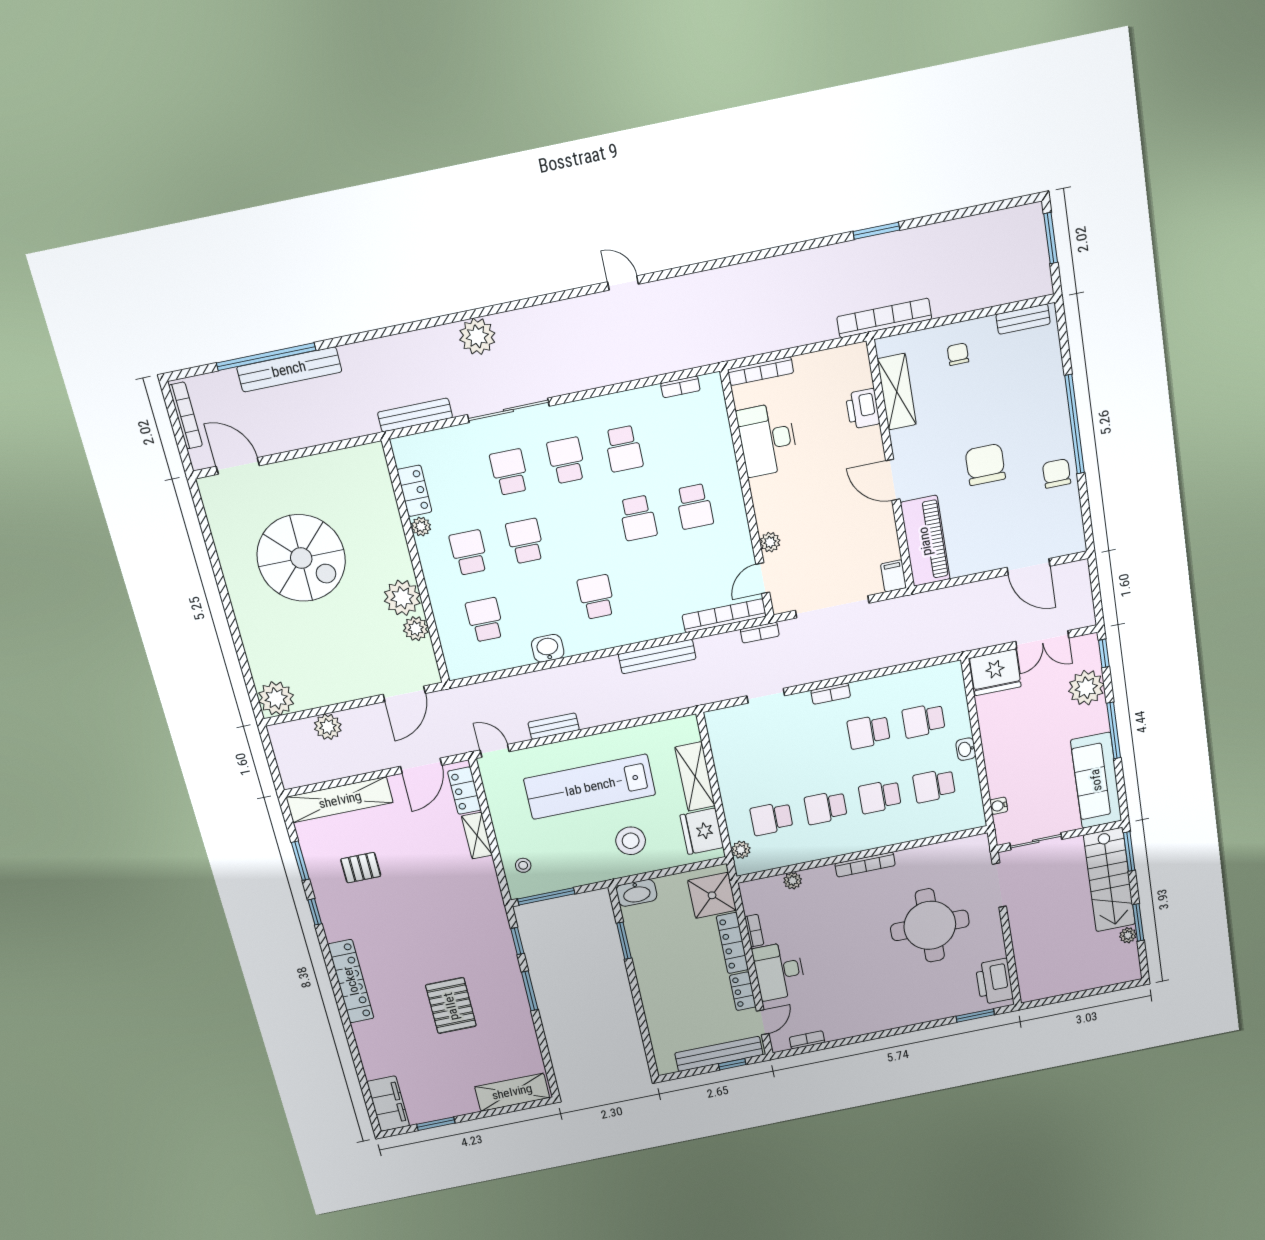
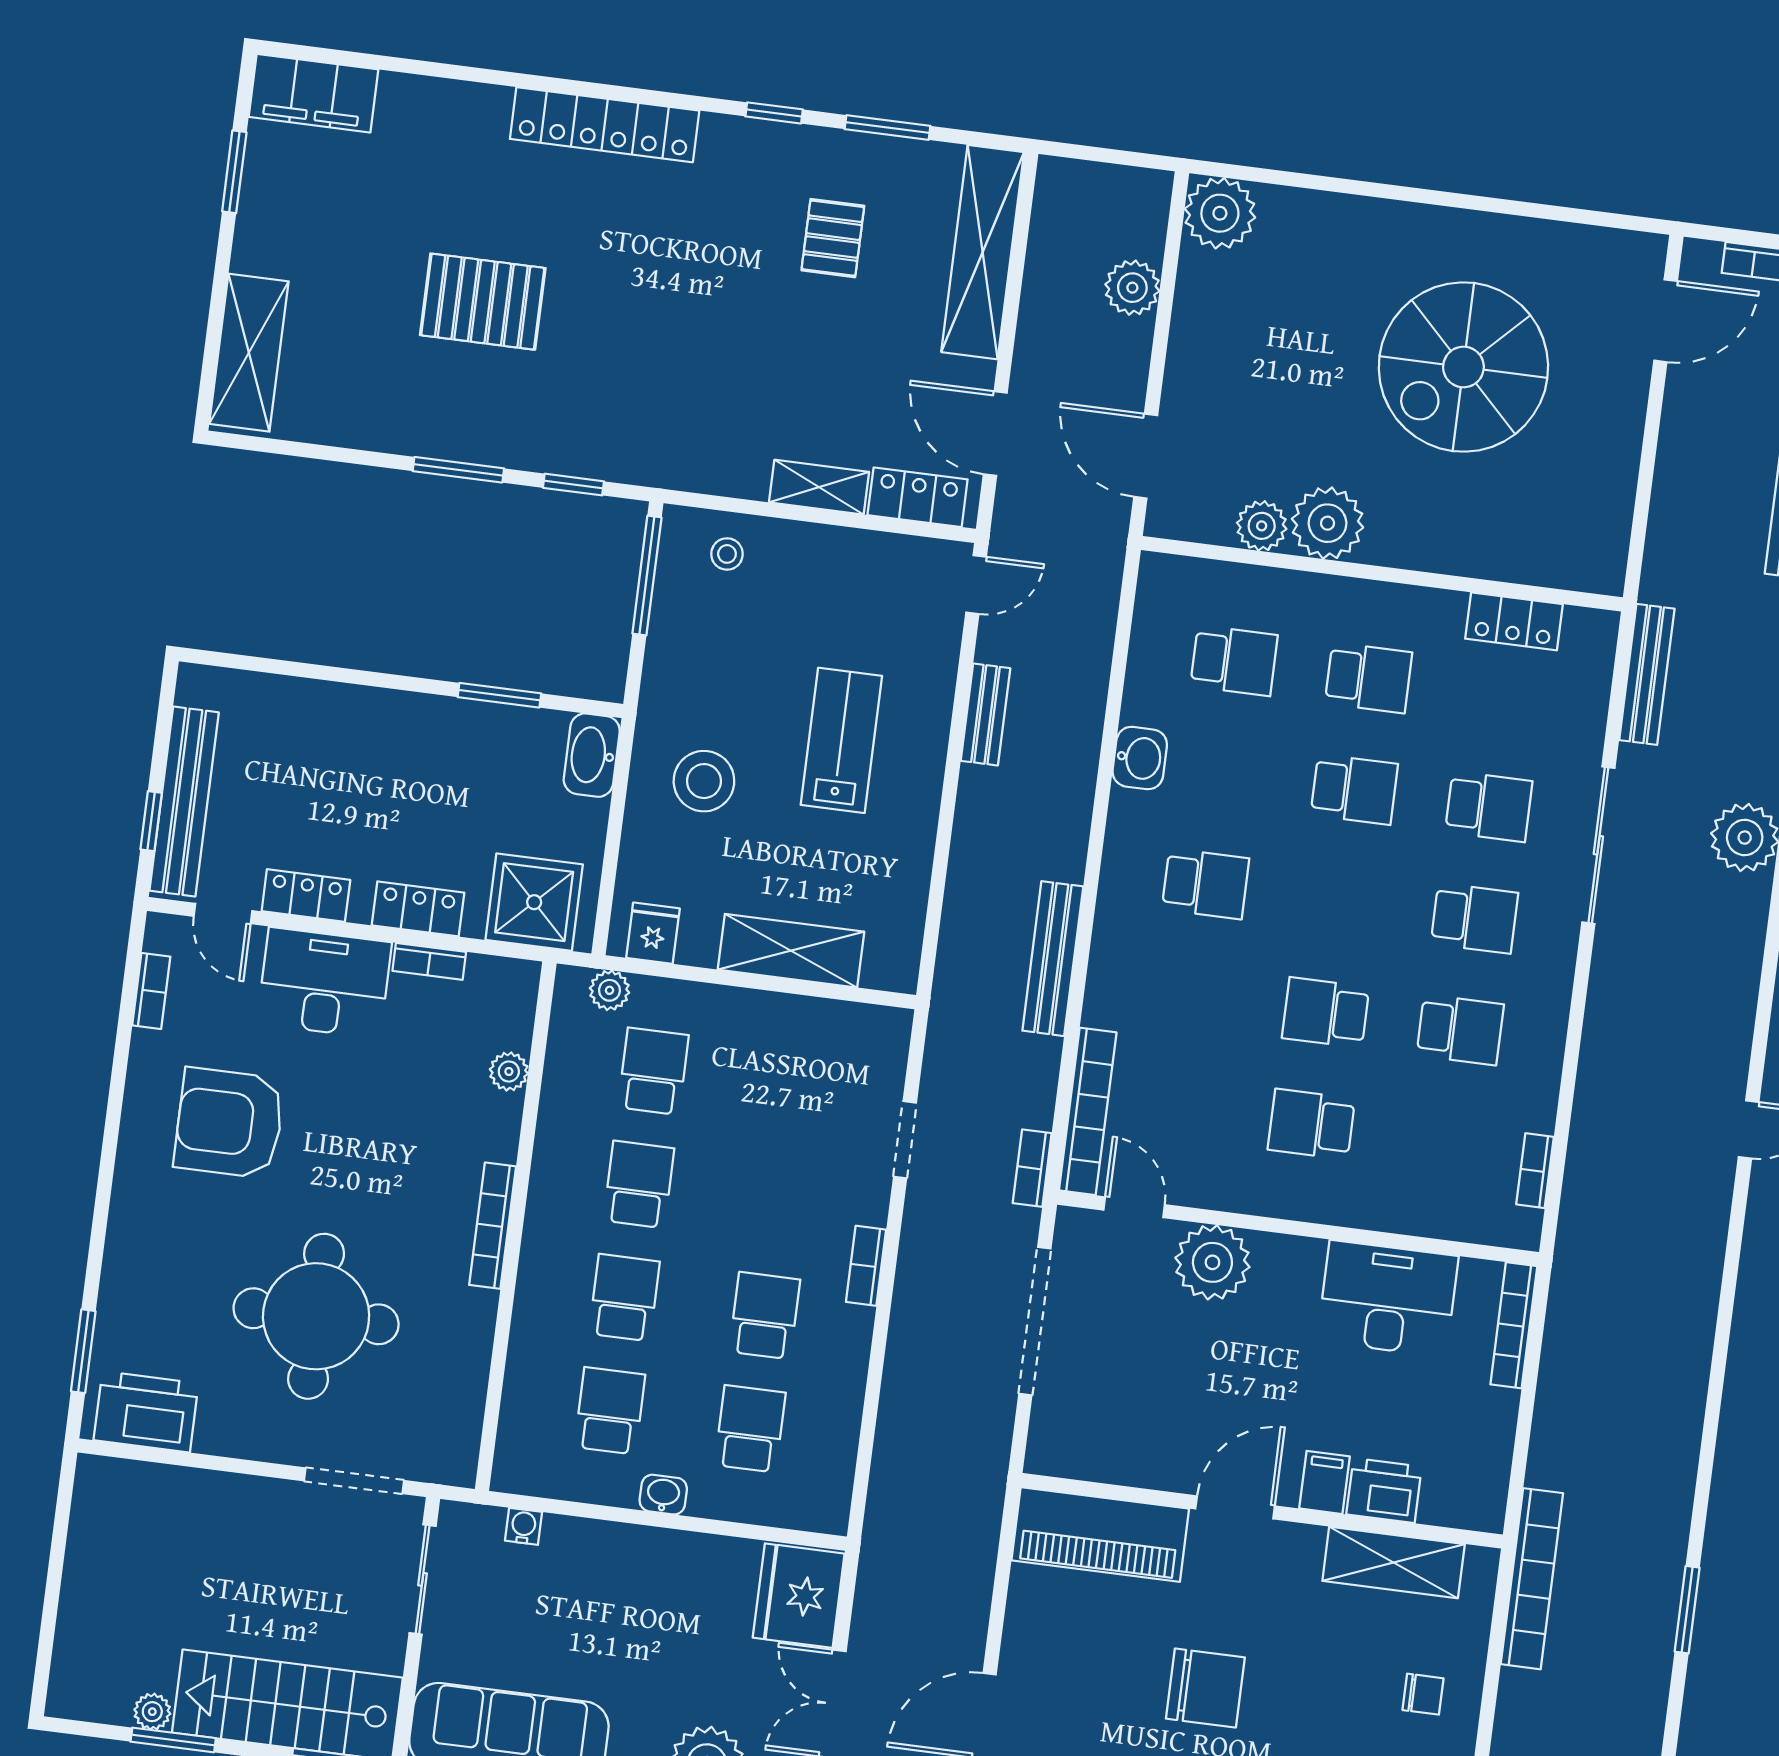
school desk: (624, 449) -> (1460, 1030), turned 180
plant: (421, 526) -> (1446, 608), removed
plant: (770, 542) -> (1212, 1262), width x1.87, depth x1.87
filing cabinet: (894, 576) -> (1325, 1482), moved, turned -90
lab bench: (590, 787) -> (841, 740), width x0.54, depth x0.72
fridge: (702, 831) -> (653, 933), width x0.53, depth x0.75
locker: (732, 943) -> (418, 909), width x0.66
armchair: (855, 989) -> (229, 1123), added

